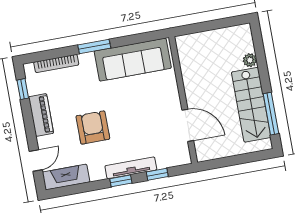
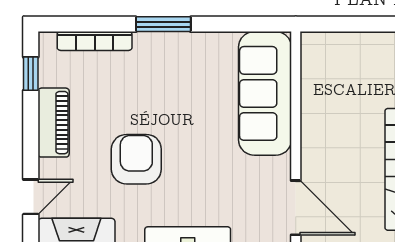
sofa: (133, 60) -> (265, 93), moved, turned 90
door: (188, 125) -> (296, 208), moved

